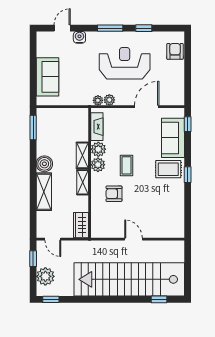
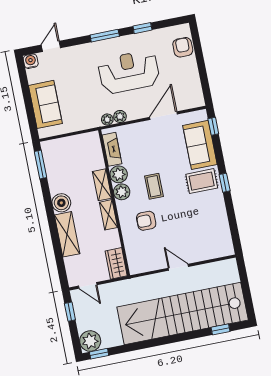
water cooler: (79, 37) -> (31, 61), moved
plant: (45, 276) -> (90, 341), moved

